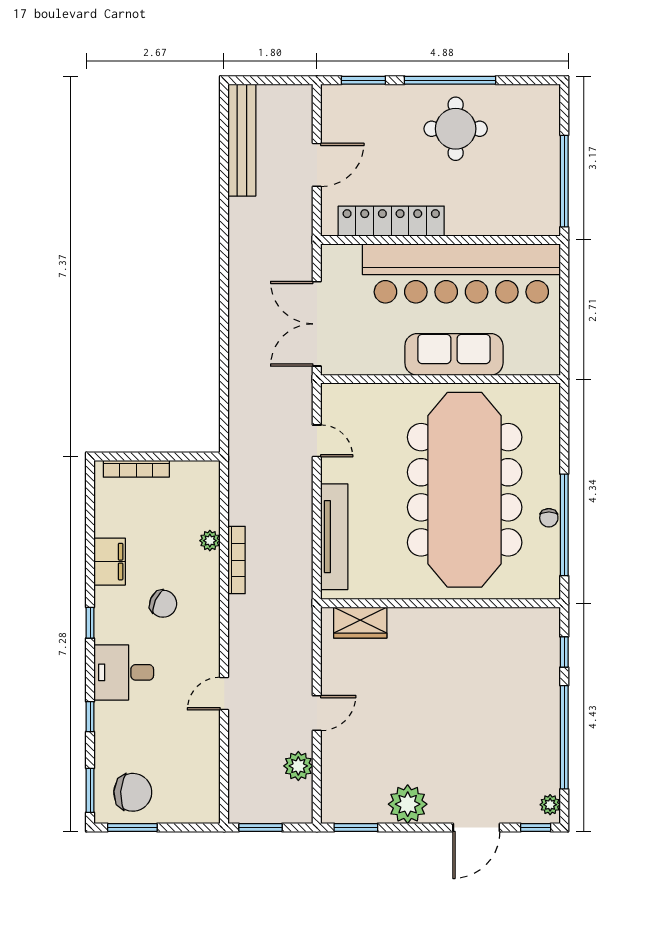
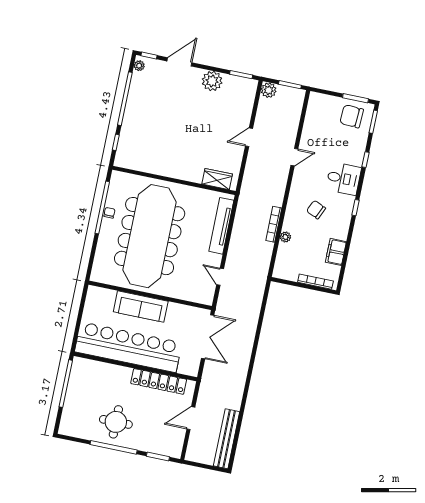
filing cabinet: (110, 562) -> (336, 252), moved
plant: (298, 766) -> (269, 90), moved

